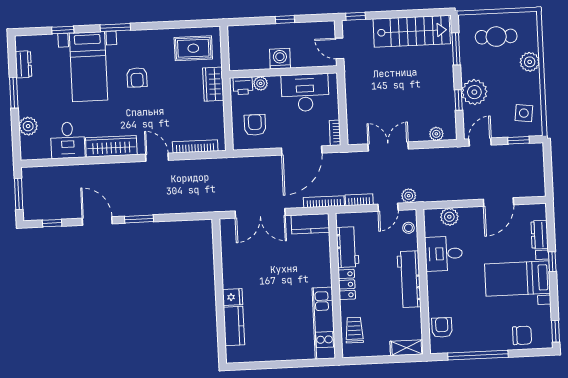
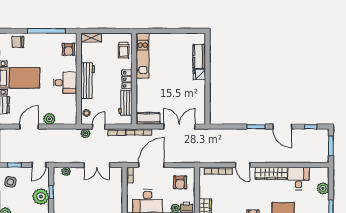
plant: (449, 217) -> (49, 119), moved
desk: (444, 254) -> (65, 83), moved

